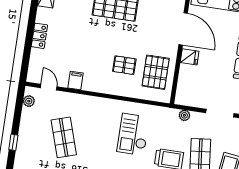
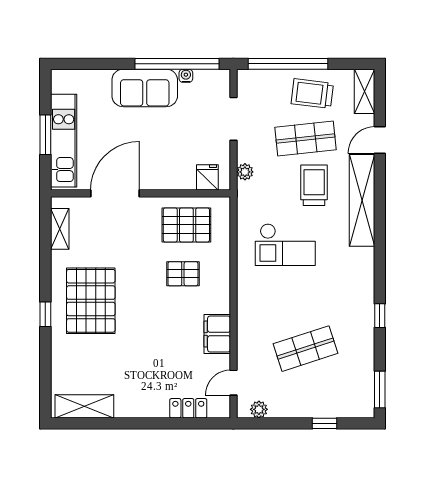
locker: (39, 36) -> (188, 408), moved
fridge: (190, 57) -> (207, 177), moved
pallet: (124, 65) -> (183, 274), turned 90
filing cabinet: (75, 80) -> (217, 334), width x2.00

